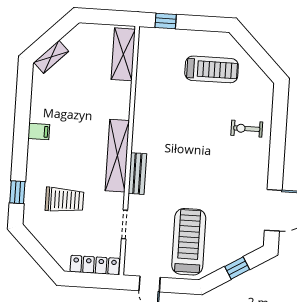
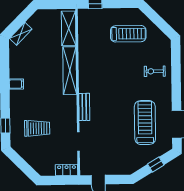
shelving: (117, 156) -> (70, 71), moved
treadmill: (189, 242) -> (145, 123), moved
locker: (95, 265) -> (67, 170), width x0.66

